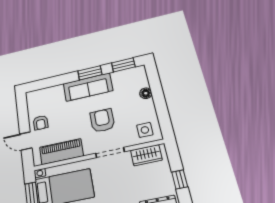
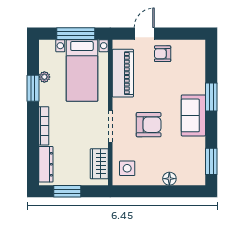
window: (90, 73) -> (211, 97), moved
sofa: (88, 87) -> (193, 115), width x0.73
window: (180, 179) -> (67, 191), width x1.50

